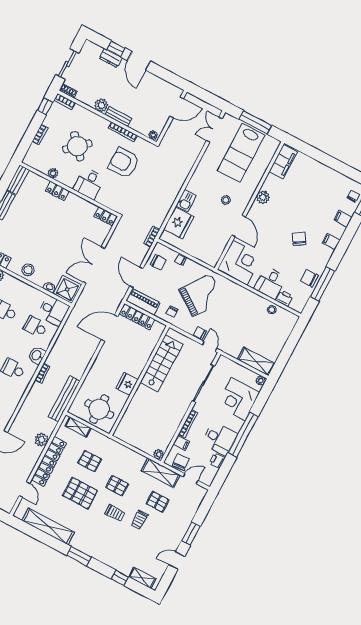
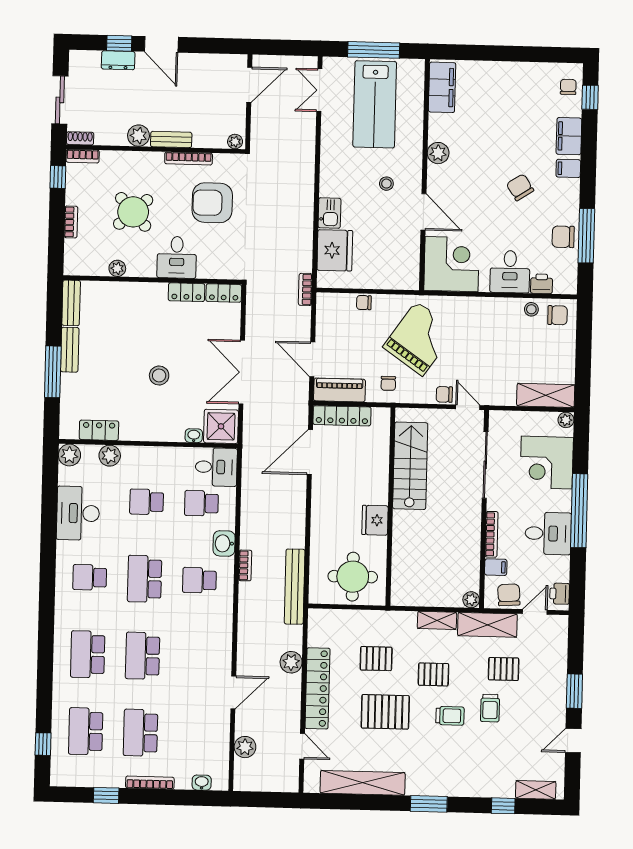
locker: (57, 191) -> (187, 292), moved
filing cabinet: (343, 219) -> (569, 136), width x2.00
chair: (158, 262) -> (558, 315), moved
stool: (28, 270) -> (159, 375), moved
shelving: (78, 427) -> (437, 620), moved
printer: (217, 461) -> (560, 594), moved

